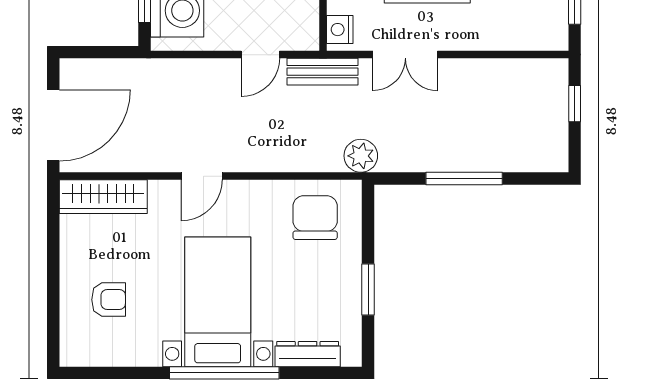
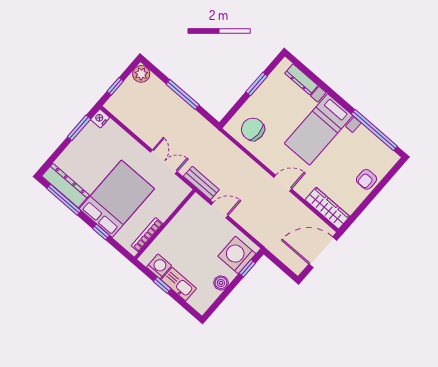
nightstand: (340, 30) -> (100, 118), moved, turned 180
plant: (361, 156) -> (141, 74), moved
chair: (315, 218) -> (253, 129), turned 90
armchair: (109, 300) -> (366, 179), moved, turned -90
window: (224, 373) -> (374, 130), moved

